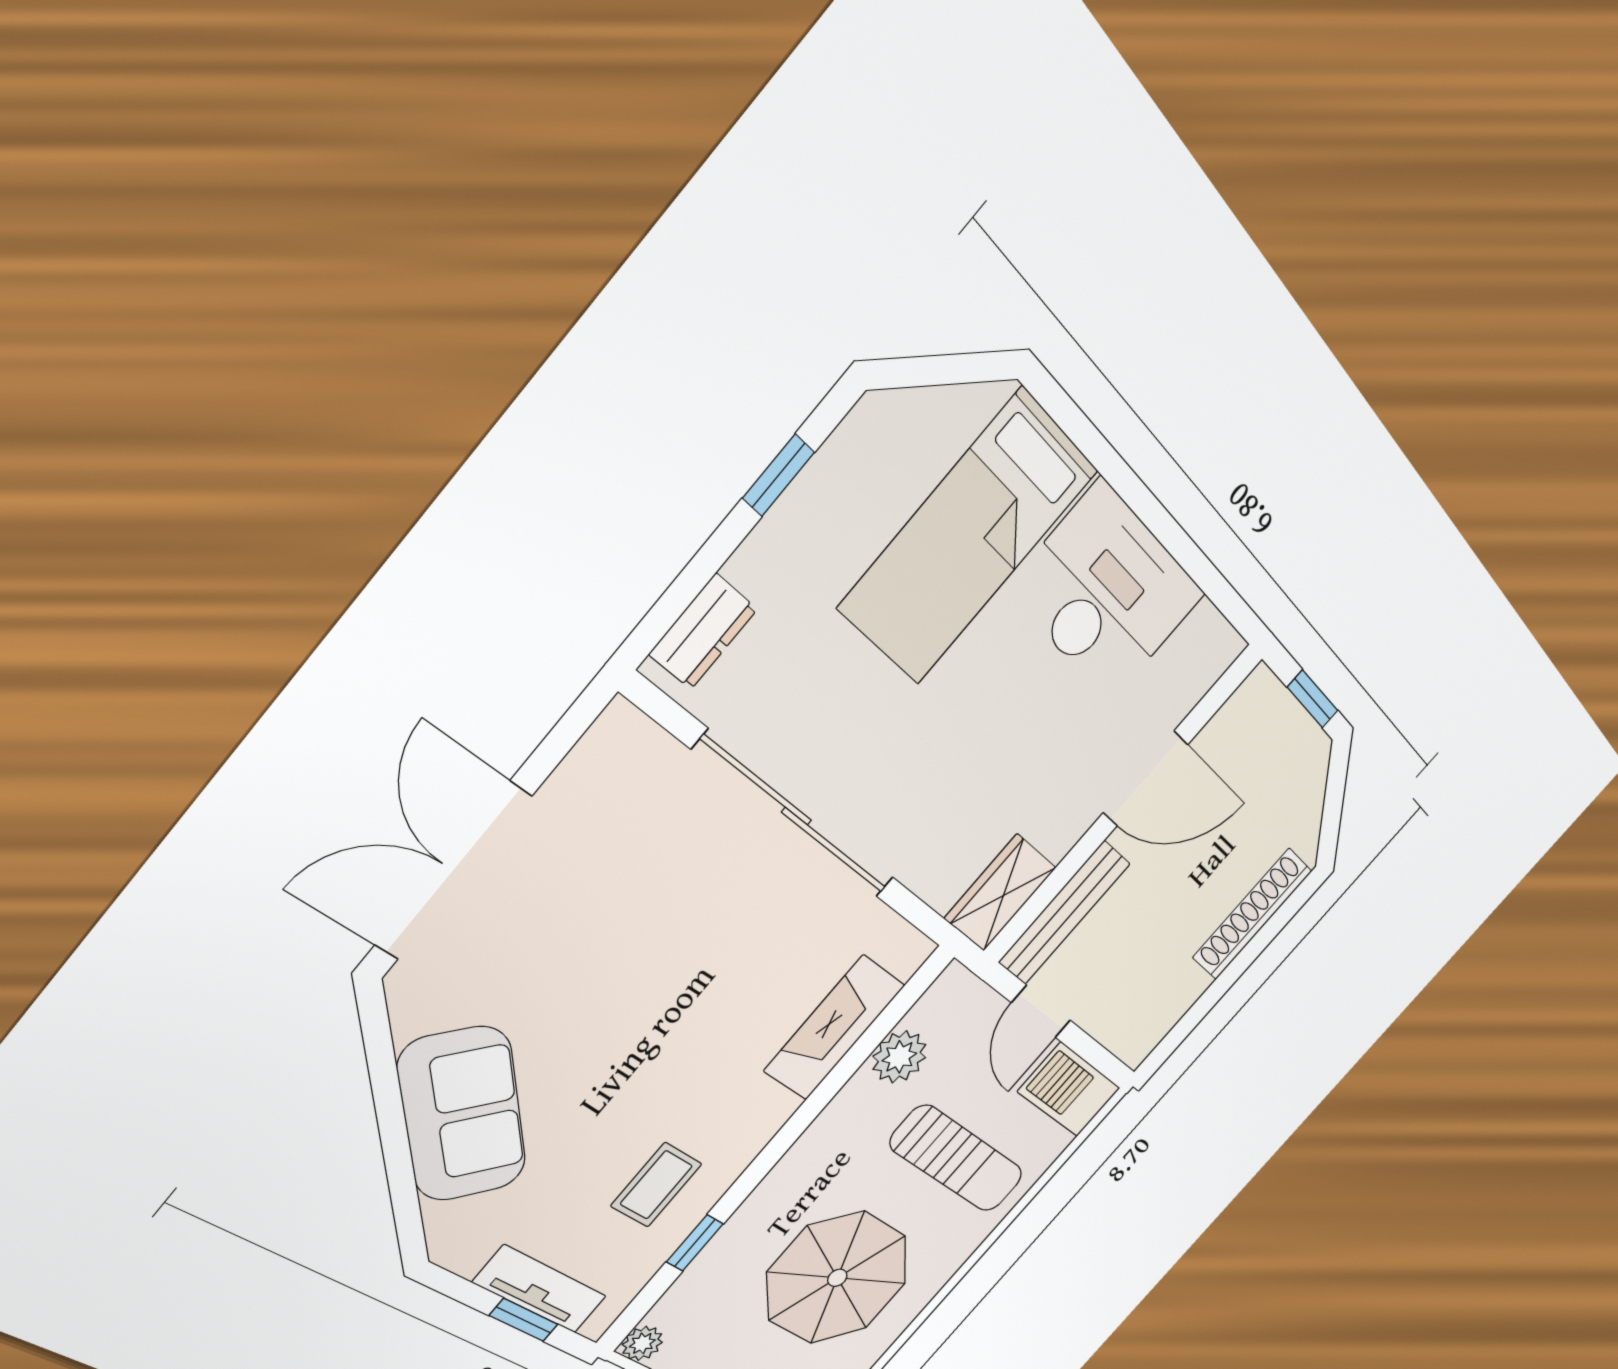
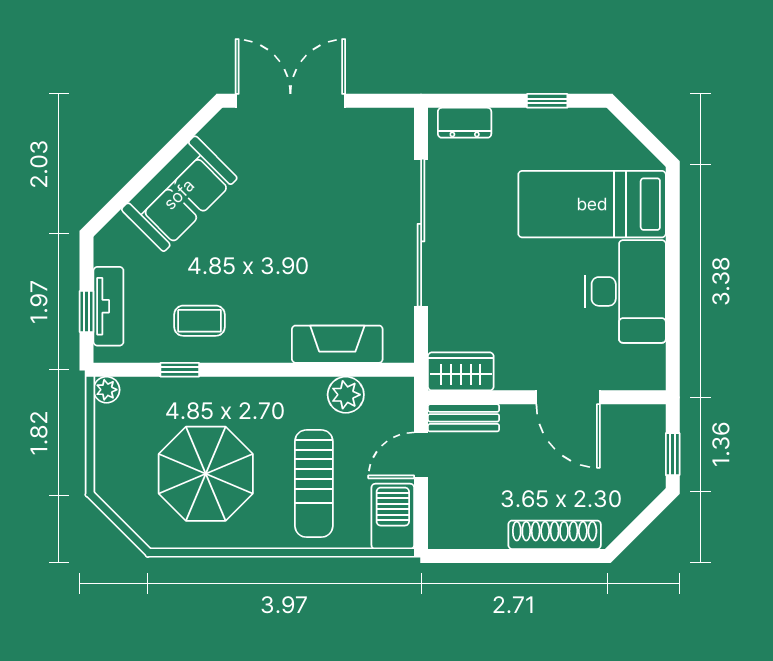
bench: (1064, 913) -> (464, 418), width x0.73

